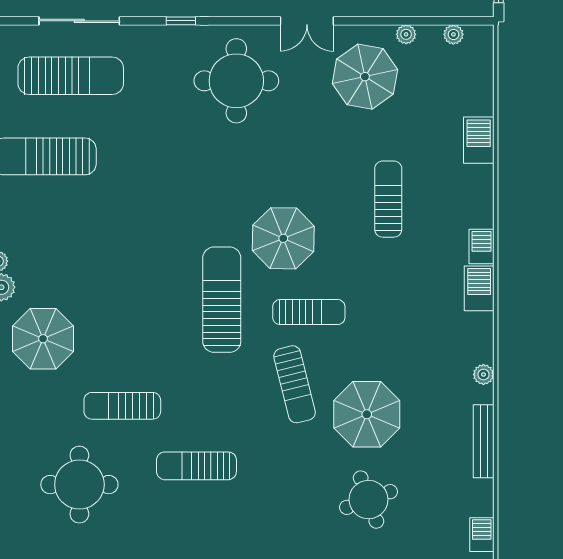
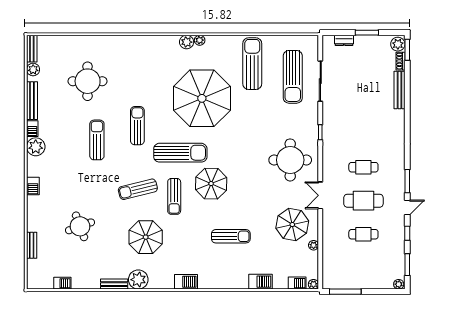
plant: (453, 34) -> (313, 284), moved
barbecue: (482, 247) -> (297, 283), moved
parasol: (43, 339) -> (202, 98), moved, width x1.86, depth x1.86
plant: (483, 374) -> (138, 280), width x1.87, depth x1.87
sun lounger: (122, 406) -> (137, 126), moved
parasol: (367, 414) -> (146, 237), moved
bench: (484, 441) -> (114, 284), width x0.73

